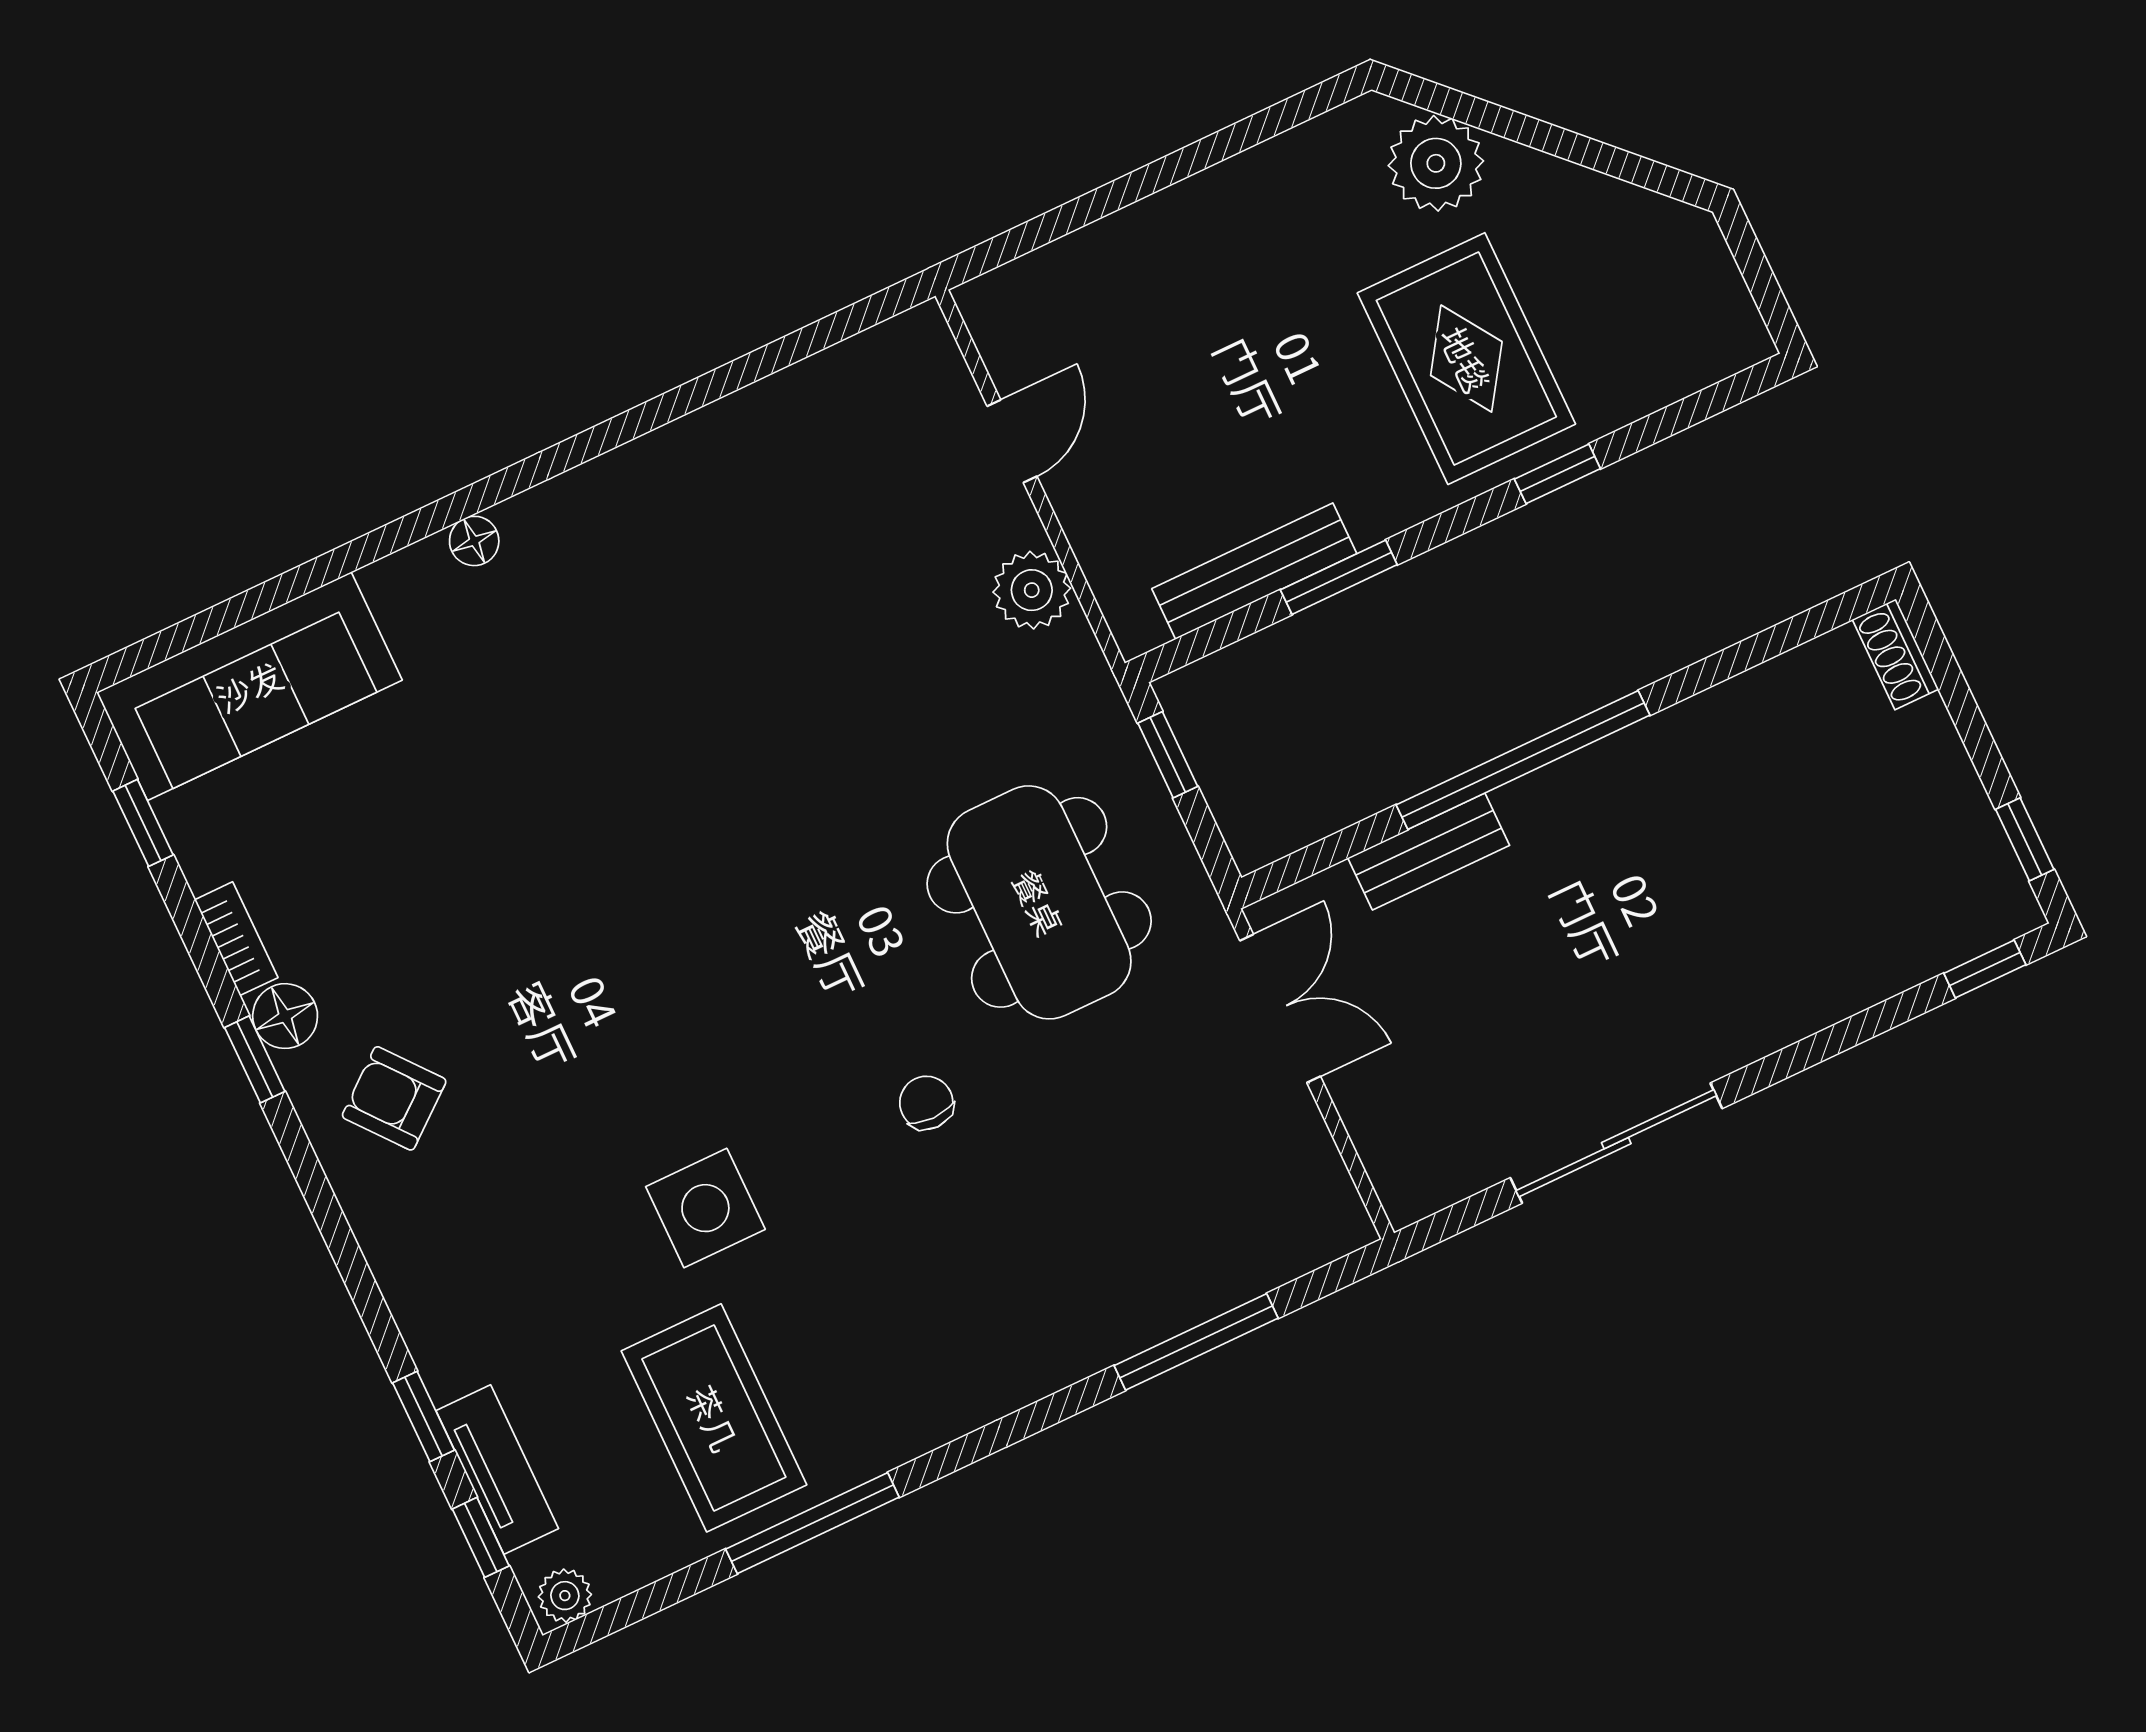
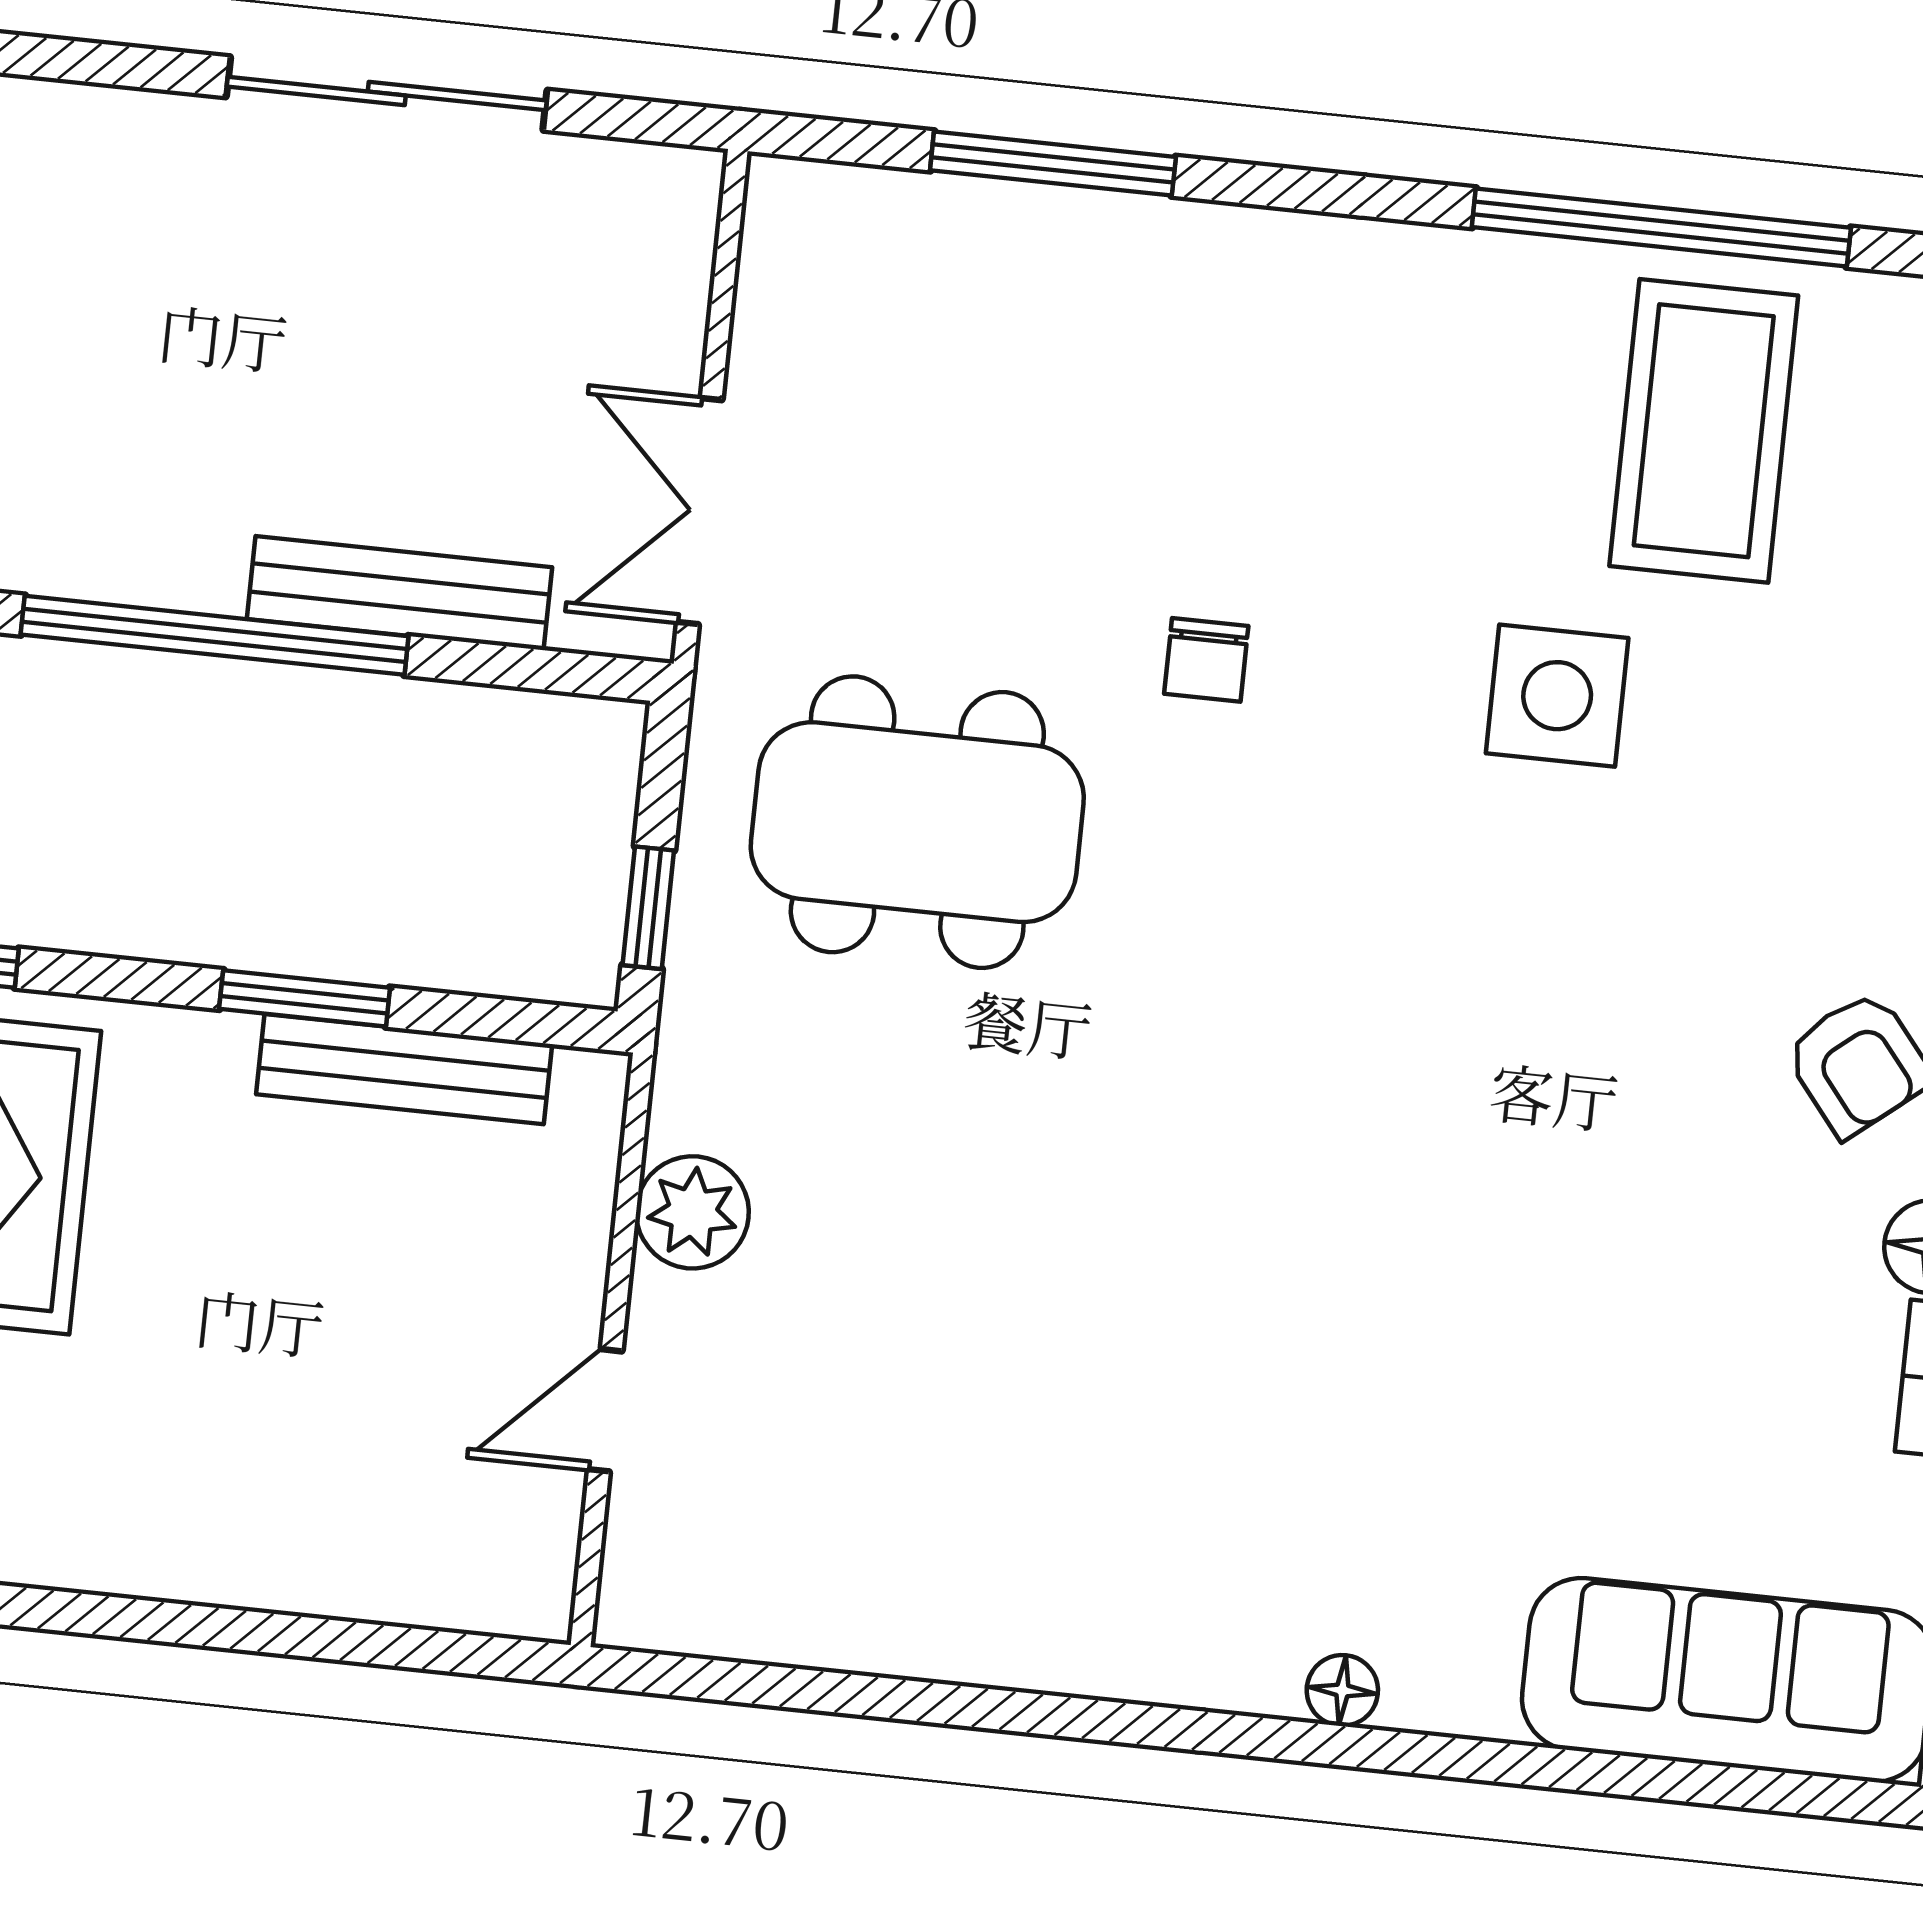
bench: (1429, 852) -> (399, 593), width x1.36
dining table: (1039, 902) -> (917, 822), turned 90
window: (812, 1523) -> (1661, 227), width x1.46

